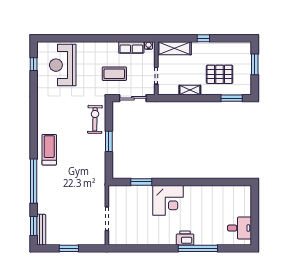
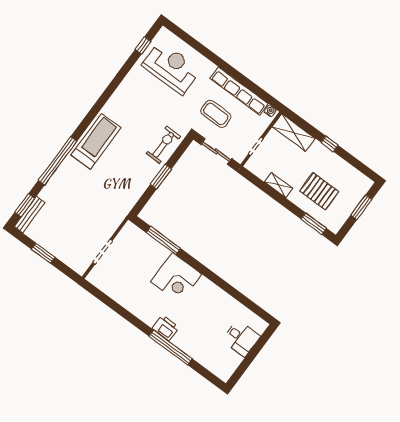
row of seats: (131, 48) -> (239, 91), width x2.02
reception desk: (63, 65) -> (171, 68), turned 90
treadmill: (49, 150) -> (96, 141), width x1.37, depth x1.38
window: (141, 182) -> (163, 240), width x1.44
desk: (240, 228) -> (241, 338), moved

